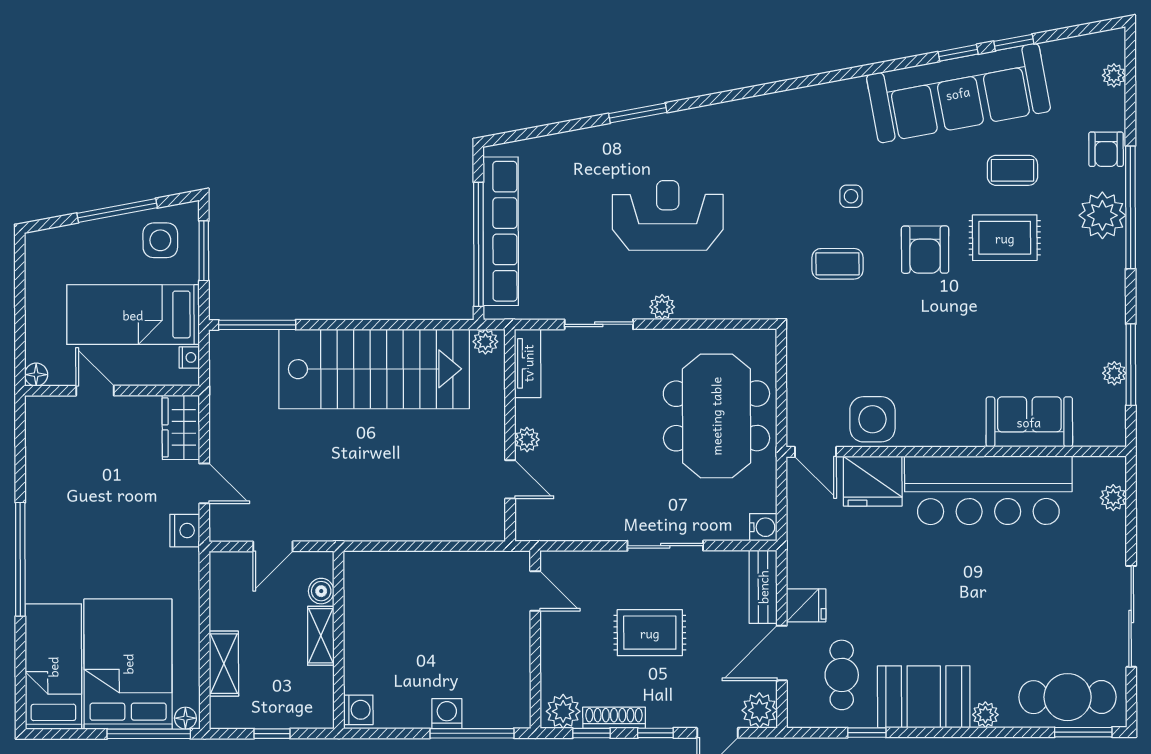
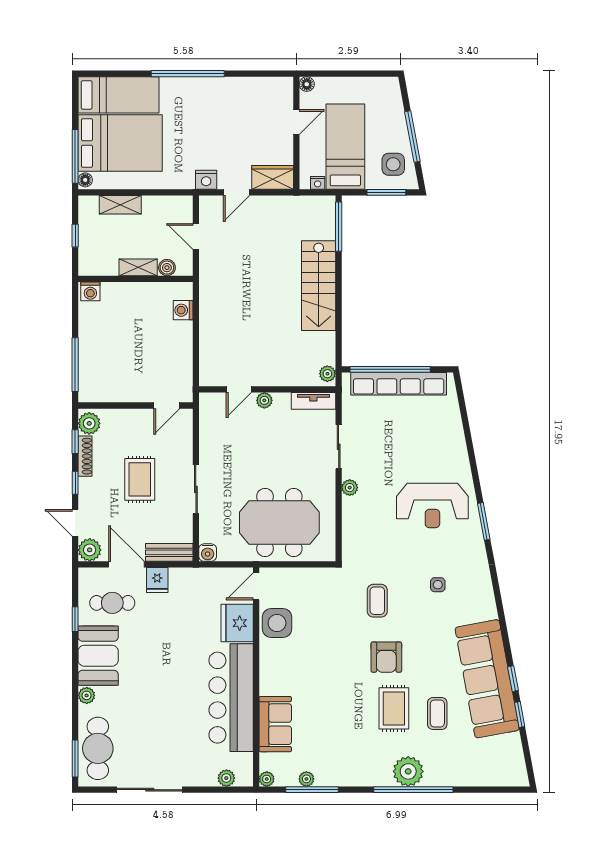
plant: (1114, 75) -> (267, 779), moved
window: (638, 113) -> (484, 521), moved
armchair: (1106, 149) -> (451, 774), removed
side table: (851, 196) -> (438, 585), moved
reception desk: (668, 215) -> (432, 505), moved, turned 90
armchair: (925, 250) -> (386, 657), turned -90
stairs: (374, 369) -> (319, 286), width x0.73, depth x0.66
washing machine: (447, 714) -> (183, 310), moved, turned 180

